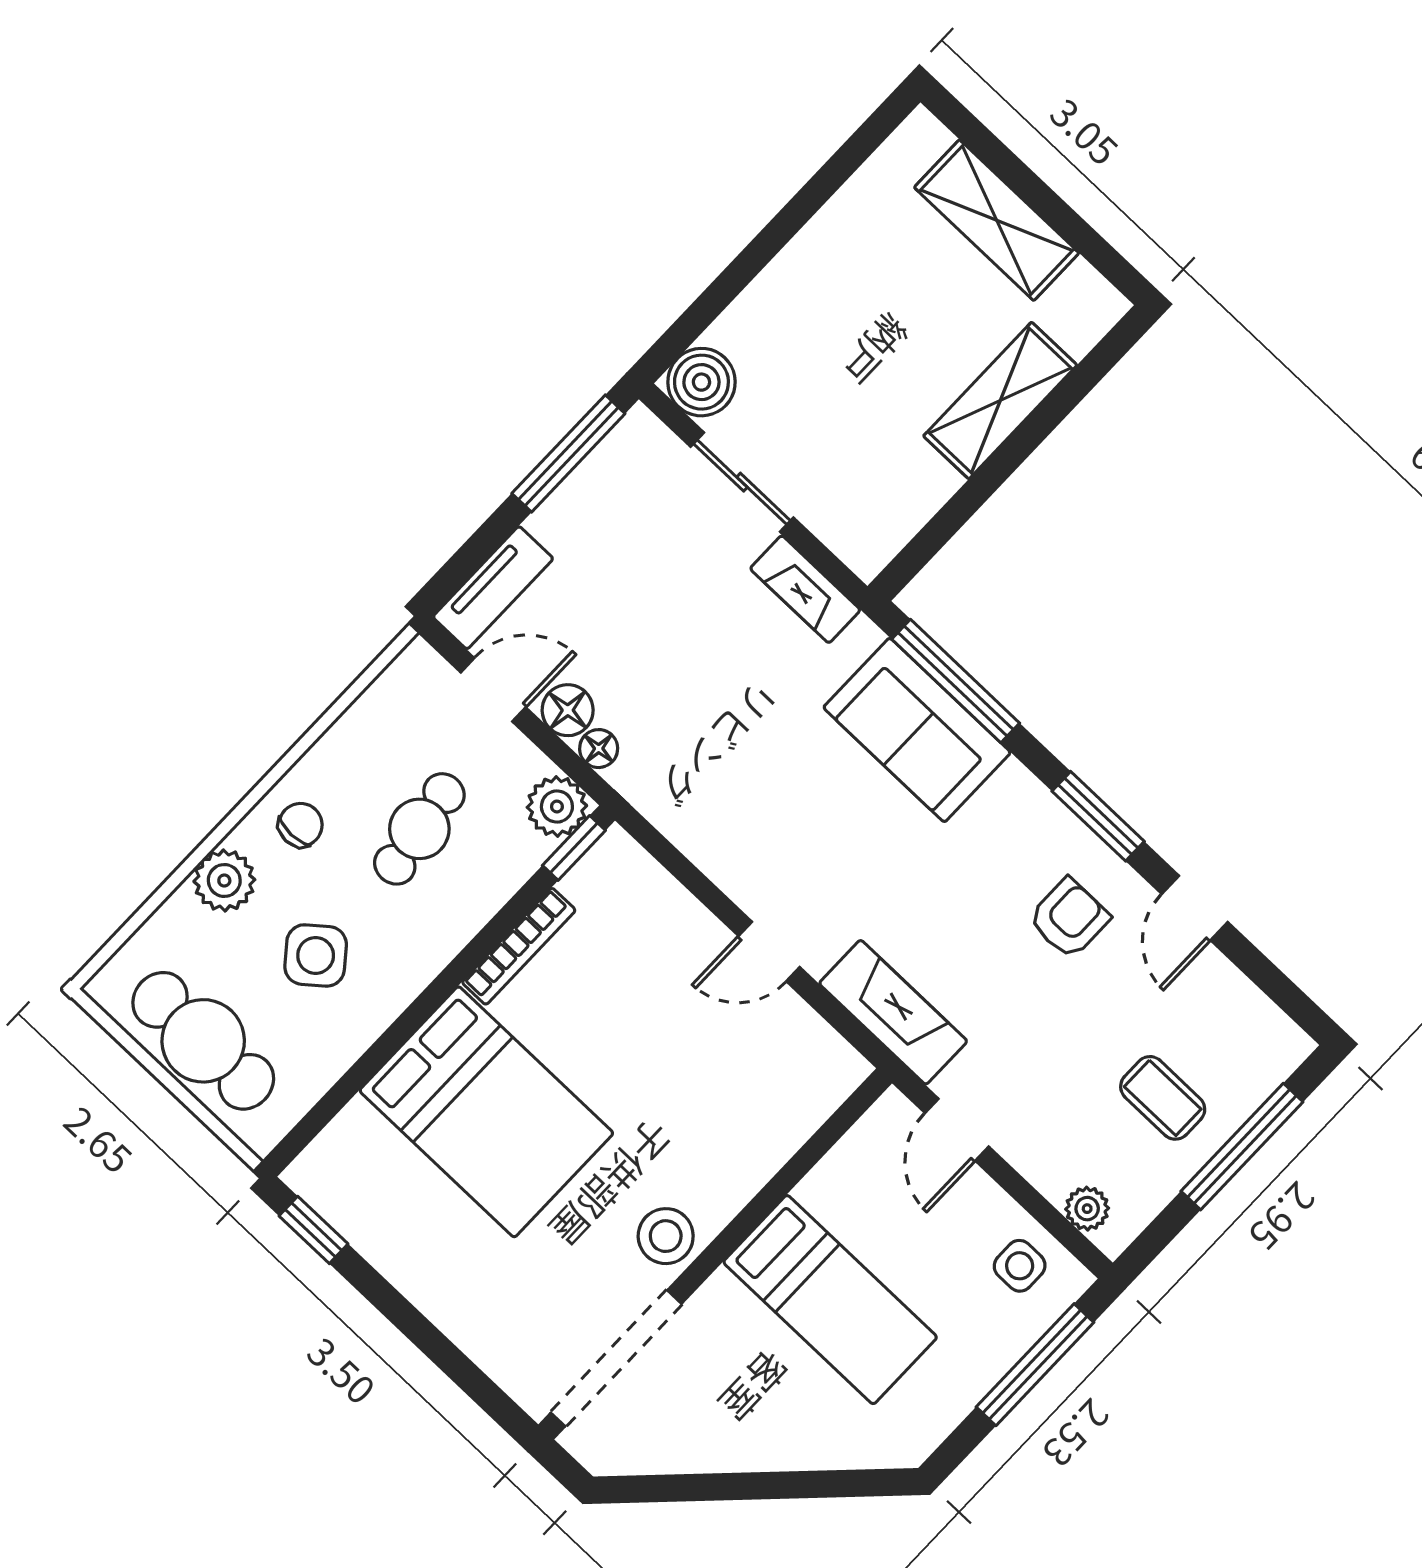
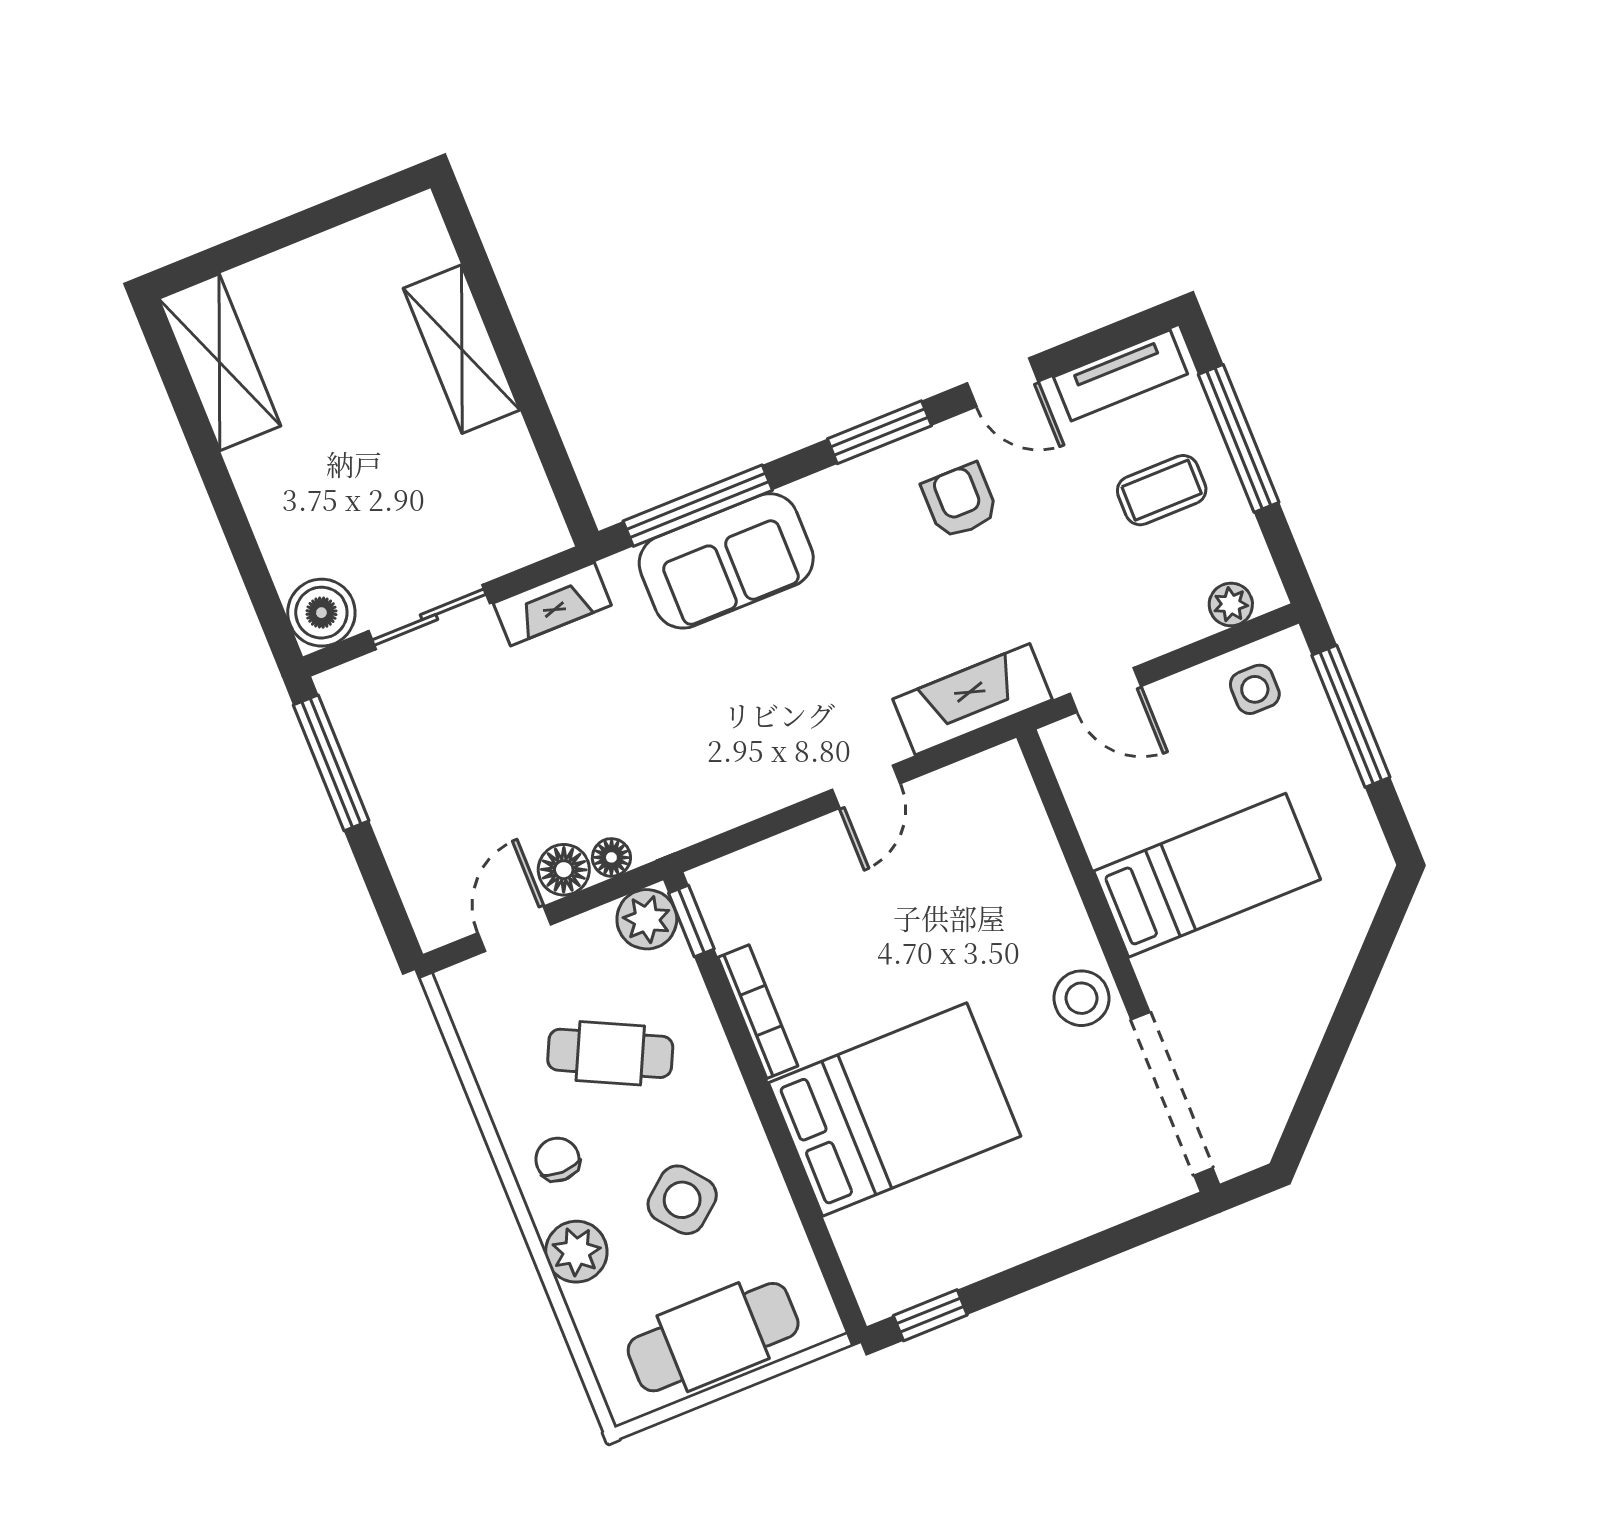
shelving: (997, 220) -> (220, 362), moved, turned 90
tv unit: (493, 588) -> (1121, 375), moved, turned 90
cafe table: (419, 829) -> (610, 1053), turned -55

